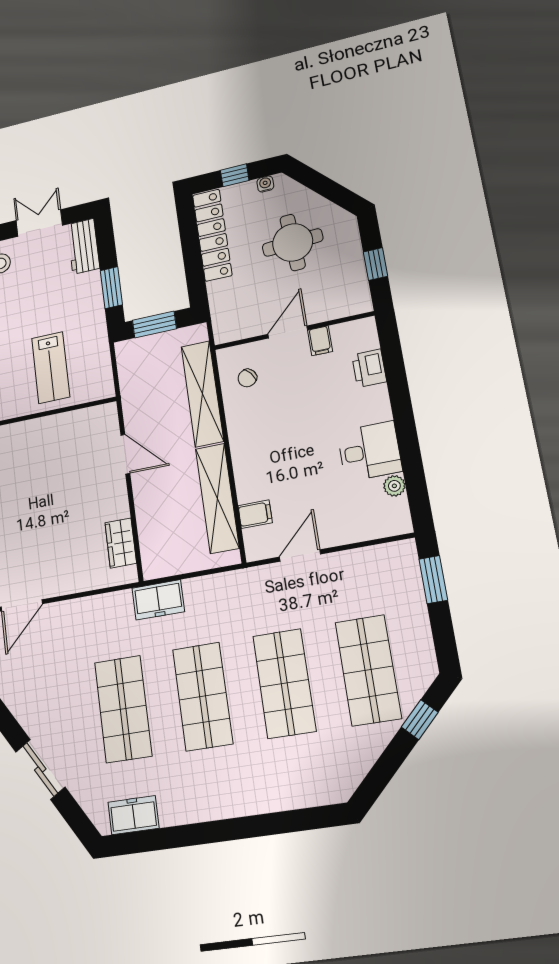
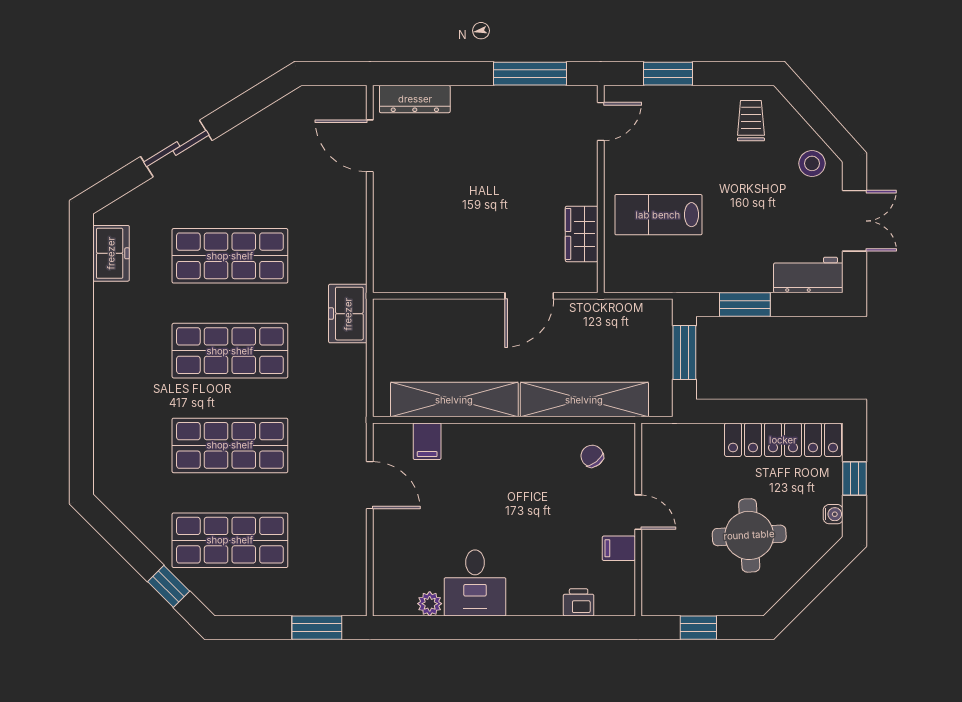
door: (288, 332) -> (638, 512), width x0.73
printer: (369, 368) -> (579, 602), width x0.73, depth x0.81
wardrobe: (121, 543) -> (582, 234), moved, turned -90

